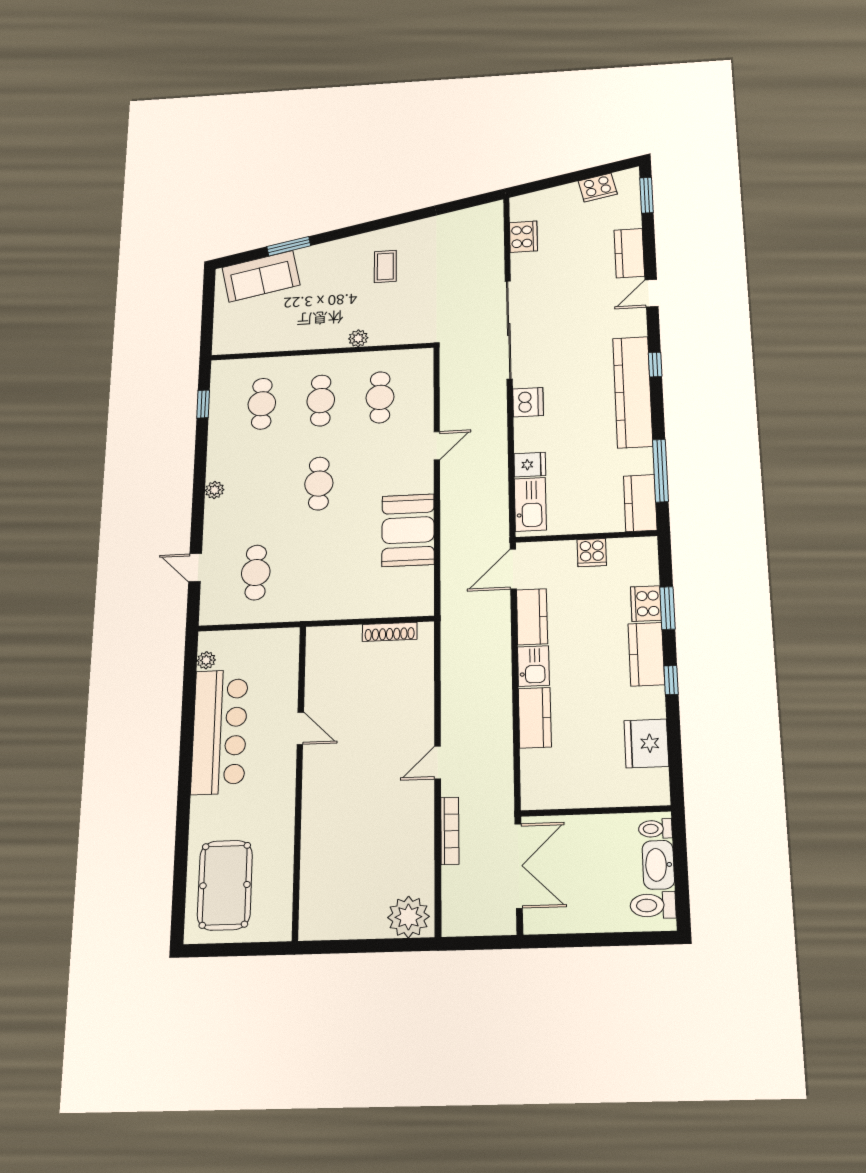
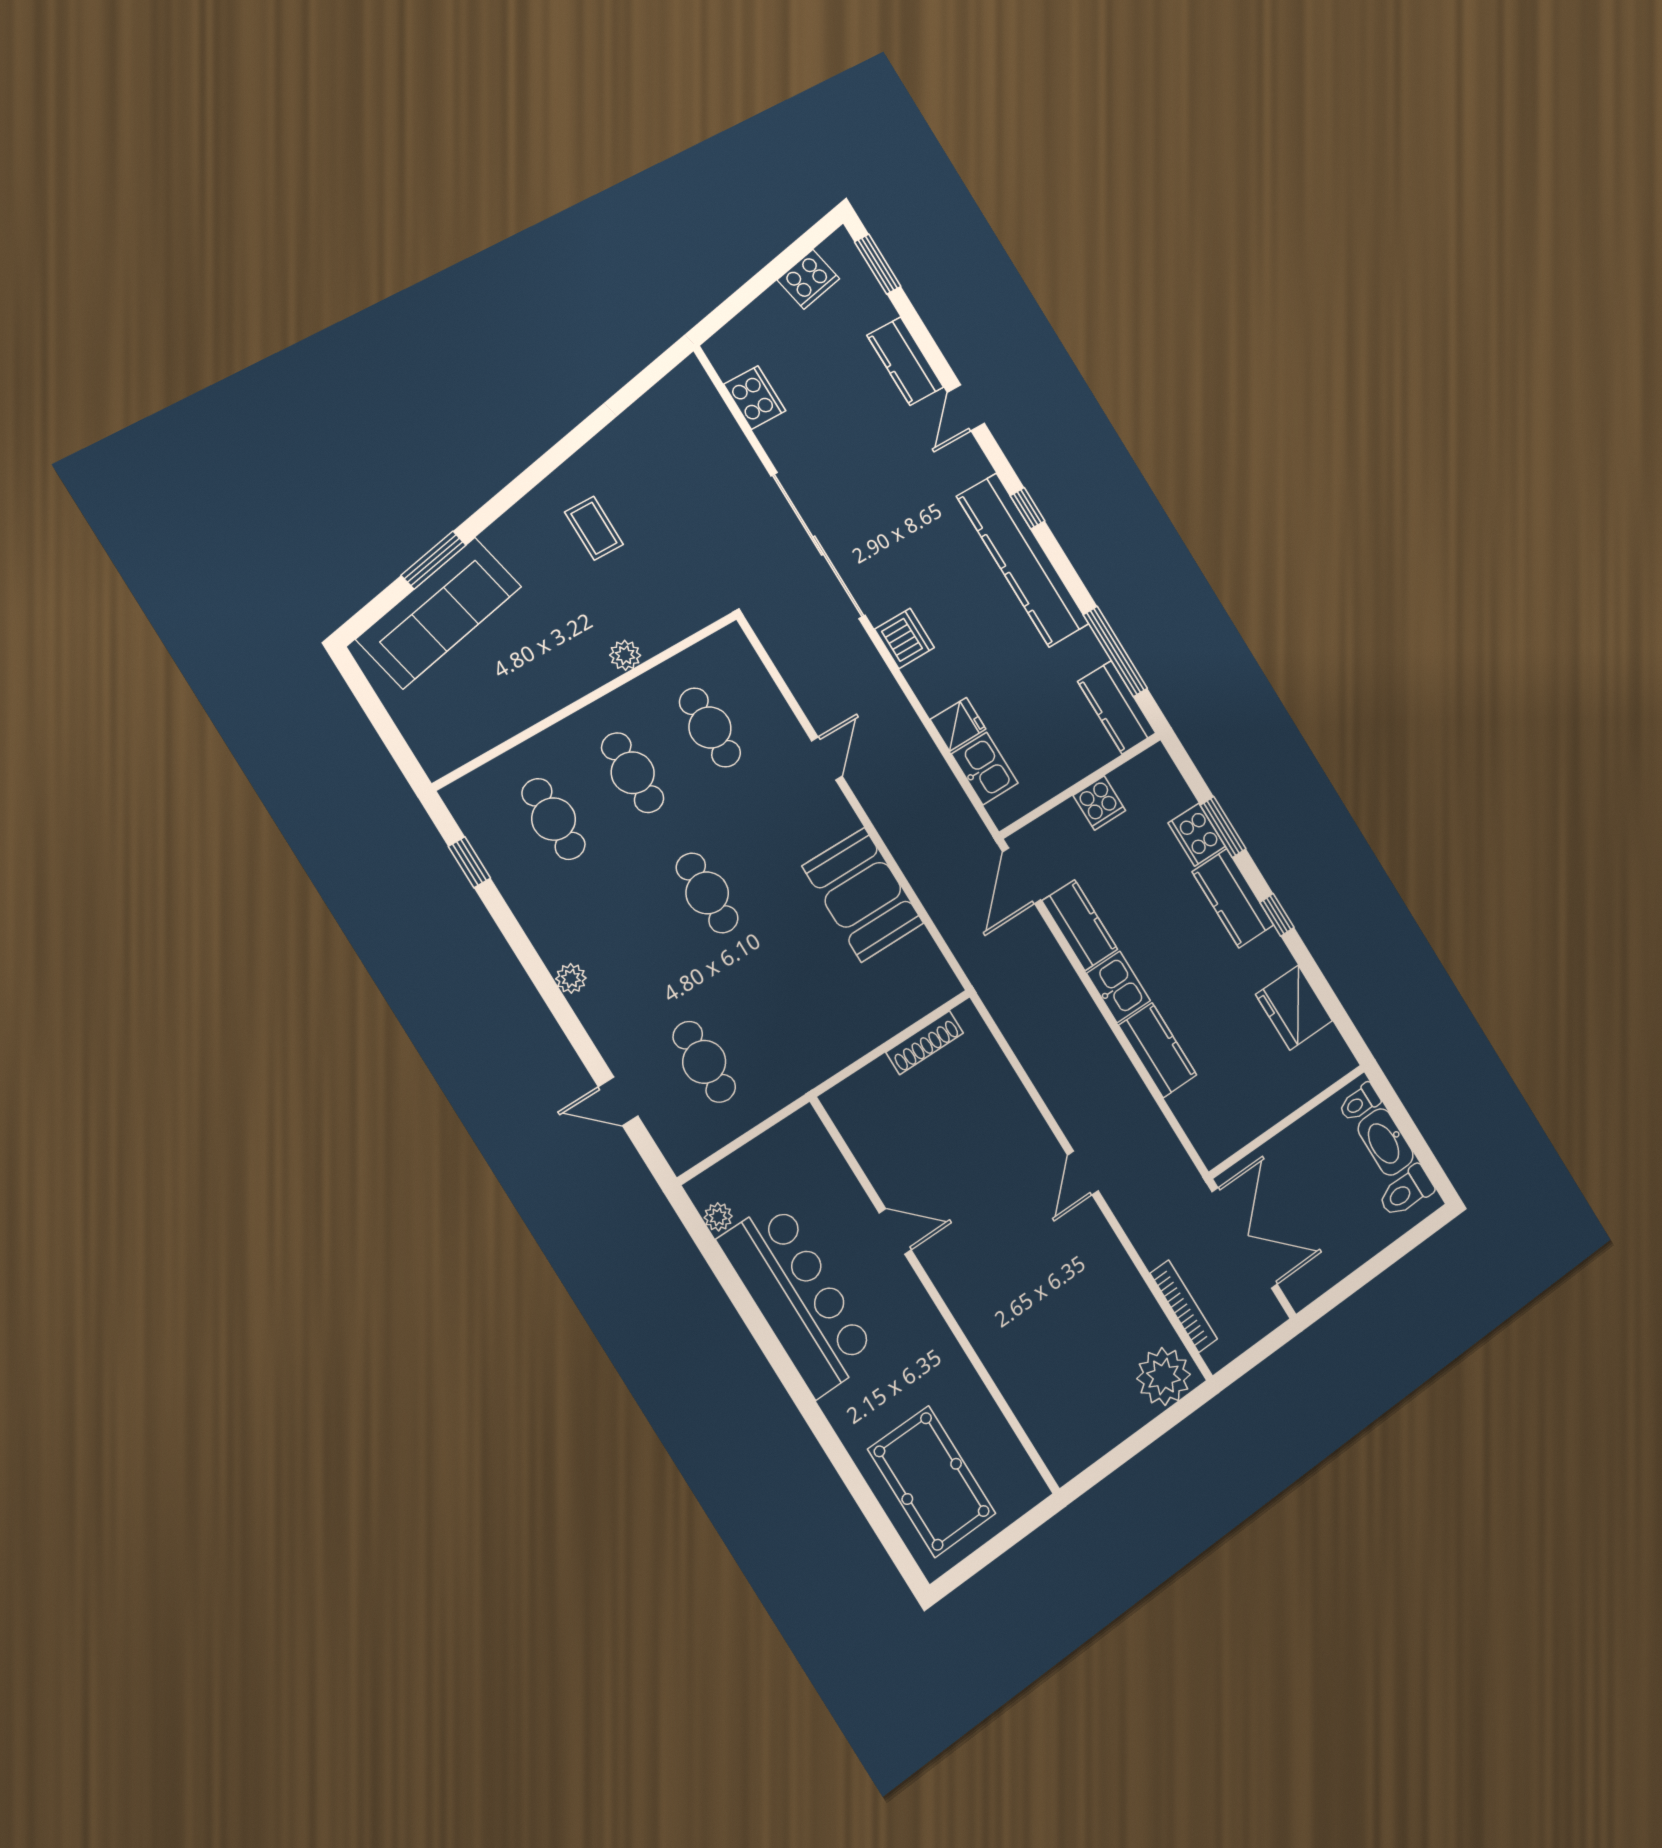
sofa: (261, 276) -> (439, 613), width x1.36
kitchen sink: (530, 504) -> (985, 769), width x0.73
bookcase: (450, 831) -> (1184, 1306), moved

